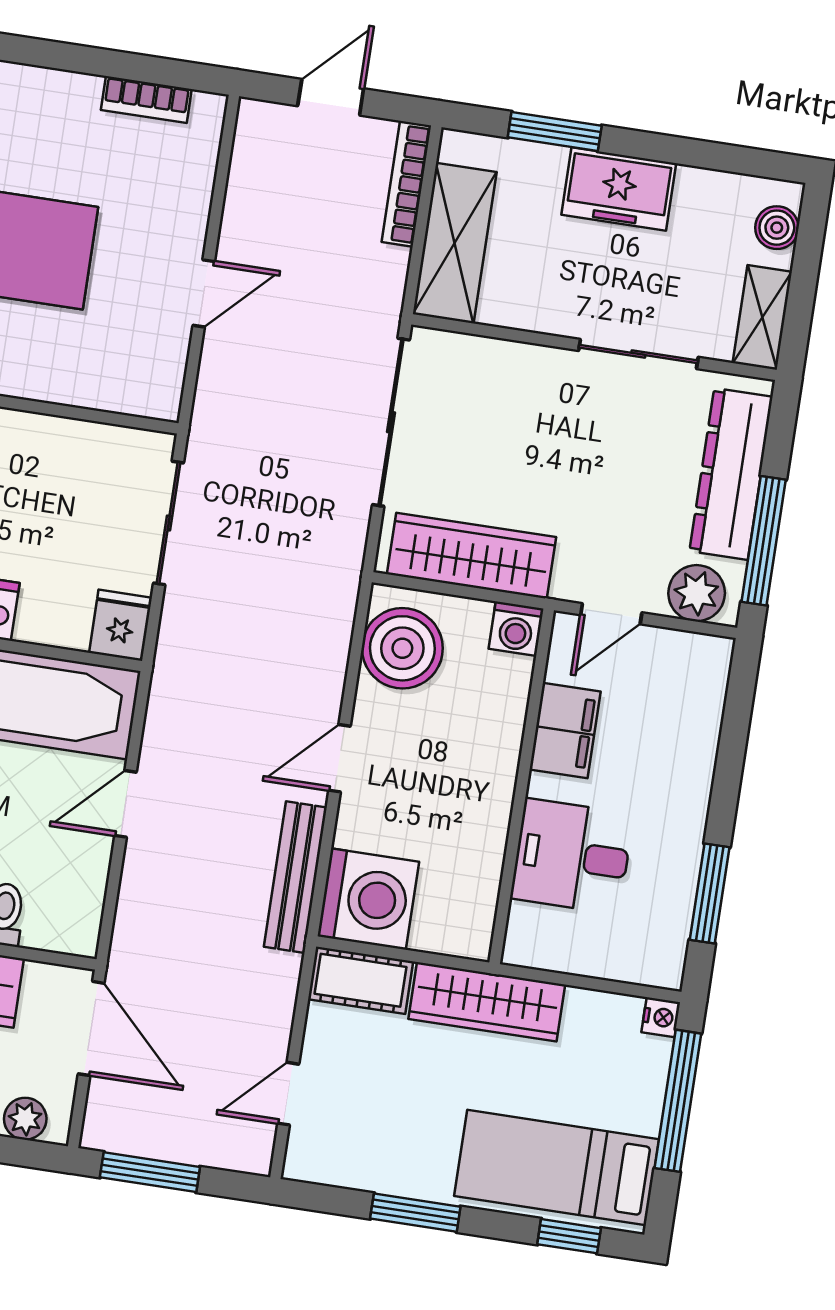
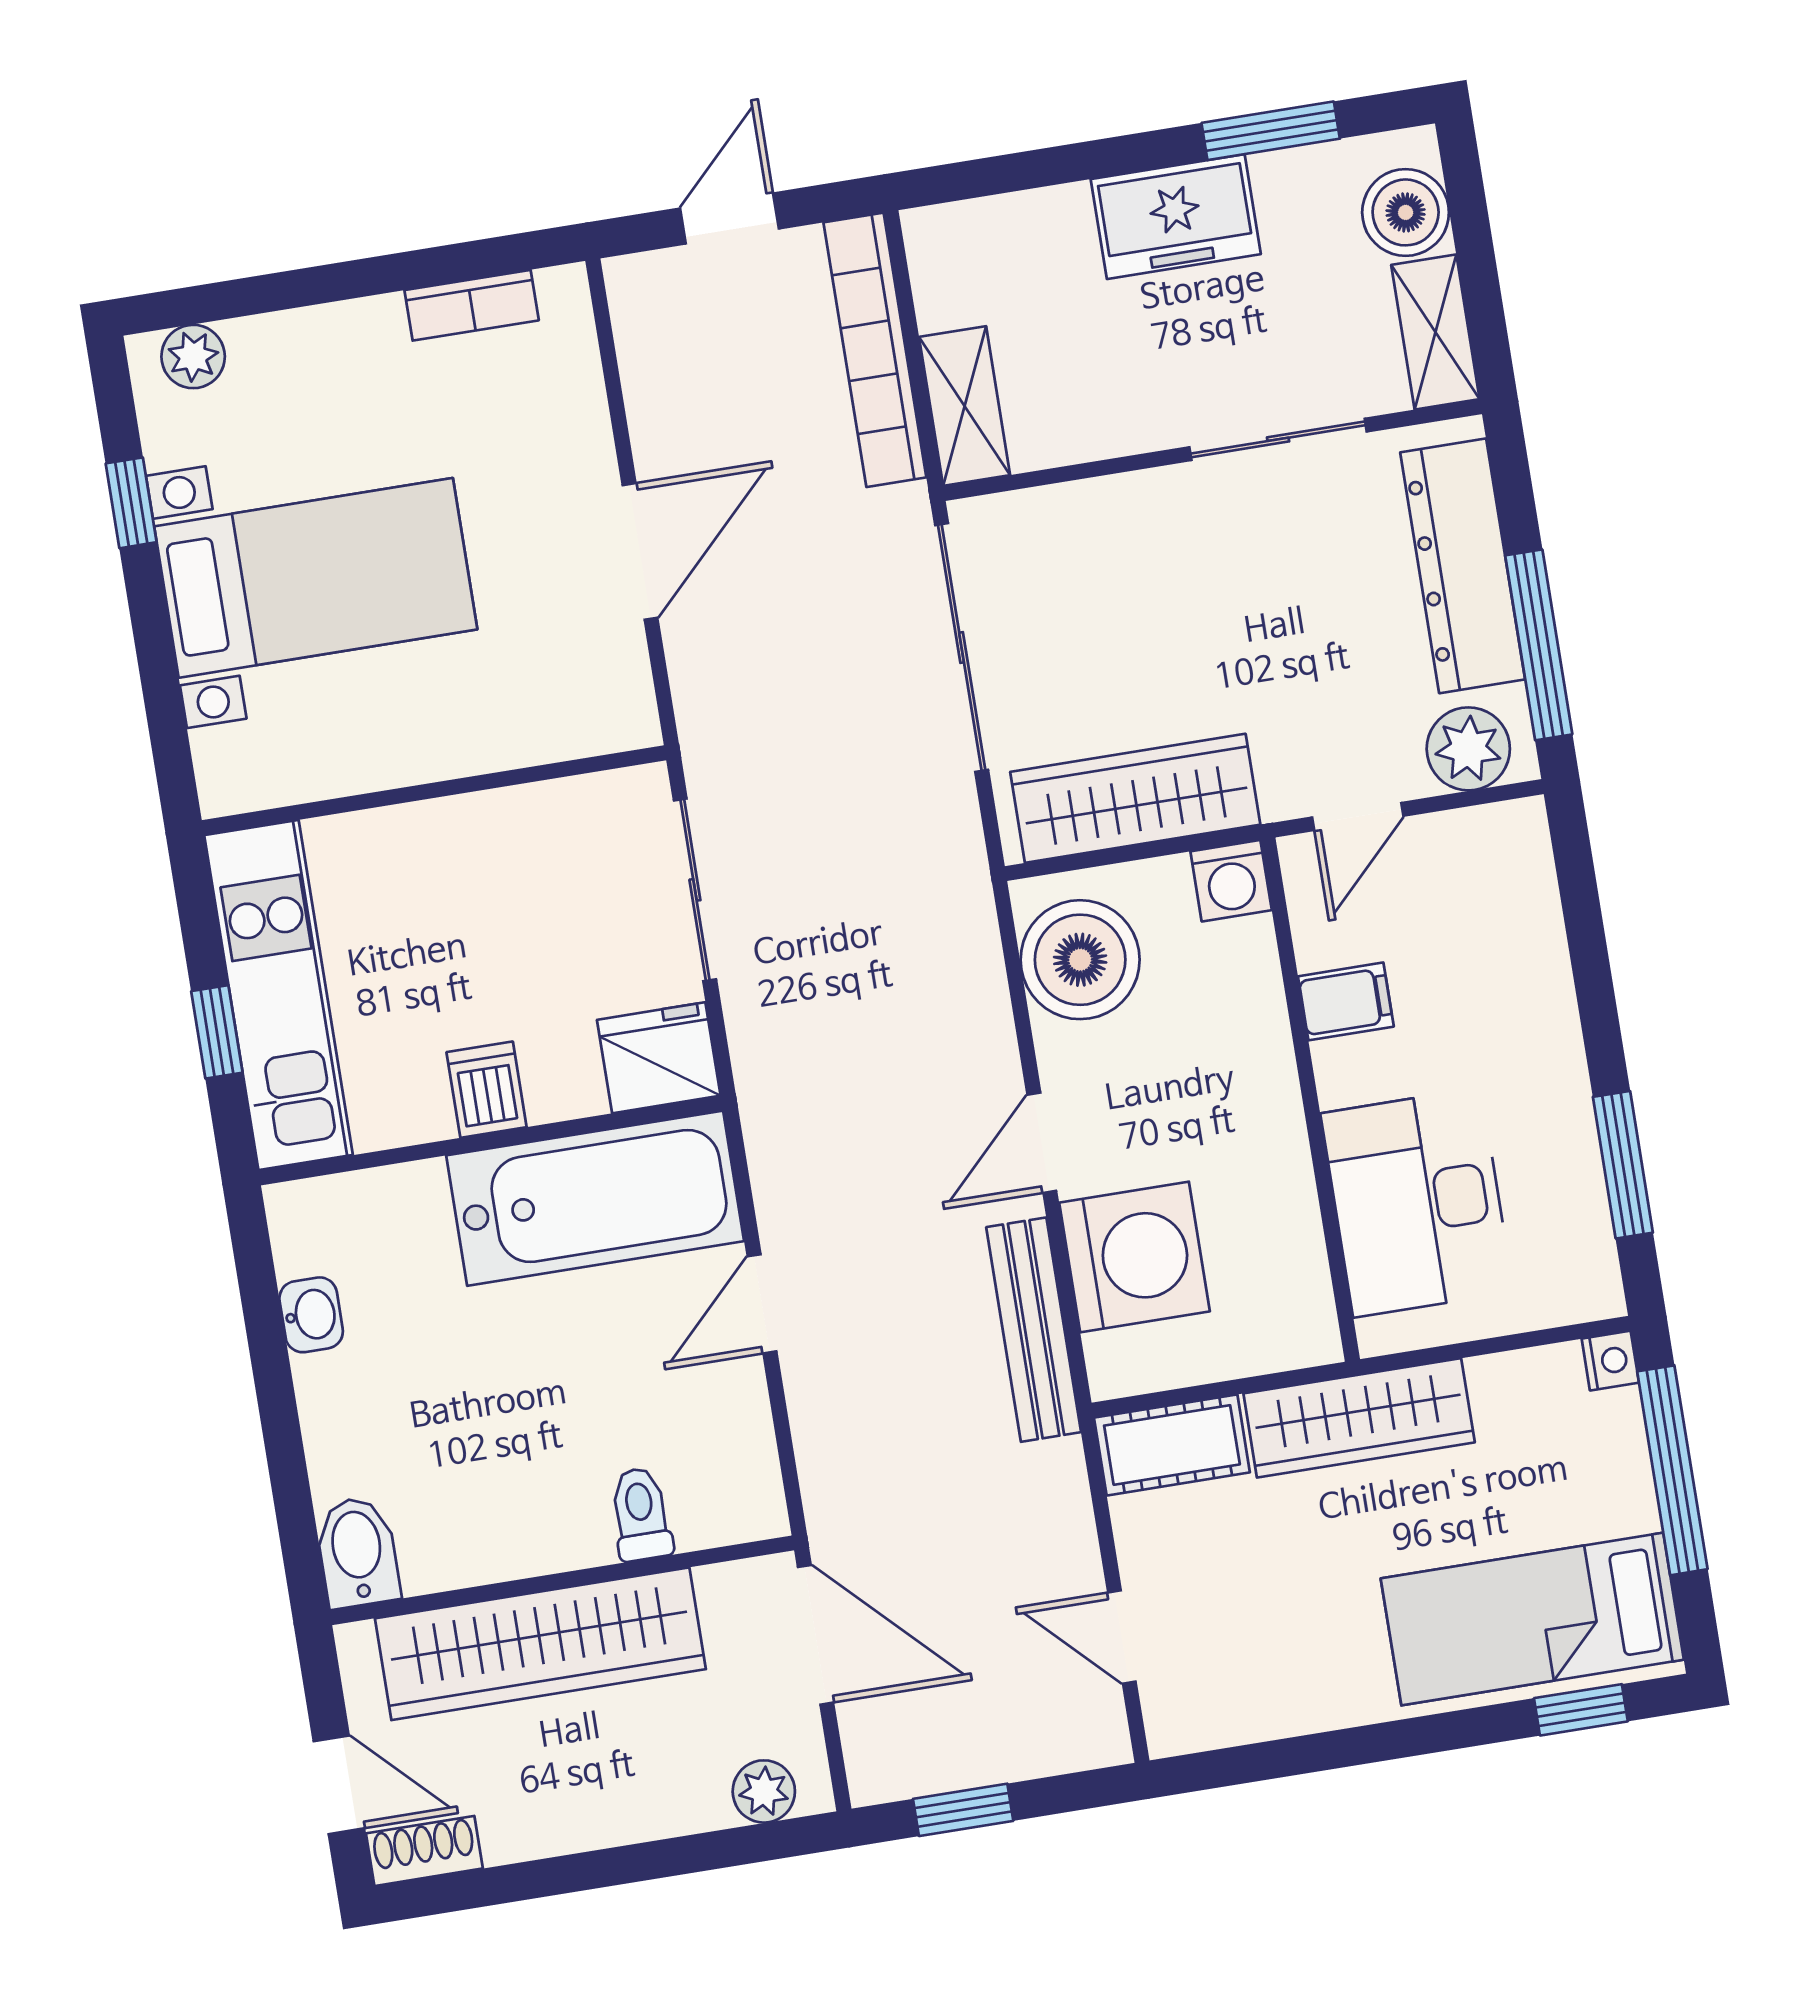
window: (555, 132) -> (1271, 131), moved
bookcase: (406, 184) -> (875, 350), width x1.48, depth x1.31
boiler: (777, 228) -> (1406, 212), width x1.36, depth x1.36
shelving: (455, 243) -> (965, 406), width x0.67, depth x0.75
door: (204, 293) -> (640, 551), width x1.38
fridge: (120, 625) -> (659, 1058), width x1.38
filing cabinet: (565, 730) -> (1346, 1001), width x0.50
desk: (572, 856) -> (1417, 1203), width x1.37
washing machine: (368, 899) -> (1135, 1257), moved
door: (288, 1094) -> (1122, 1637), hinge flipped
window: (150, 1172) -> (963, 1810), width x0.67
window: (415, 1213) -> (1354, 1746), removed

